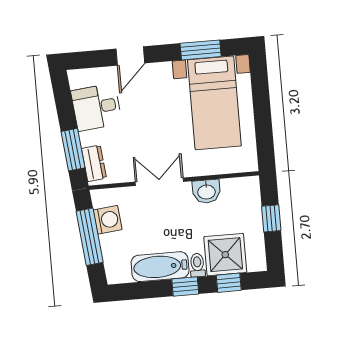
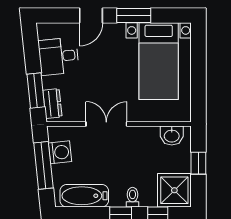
window: (201, 50) -> (134, 16), moved
washbasin: (206, 191) -> (172, 135), moved
shower: (225, 255) -> (174, 190), moved
bathtub: (160, 267) -> (84, 196), moved

